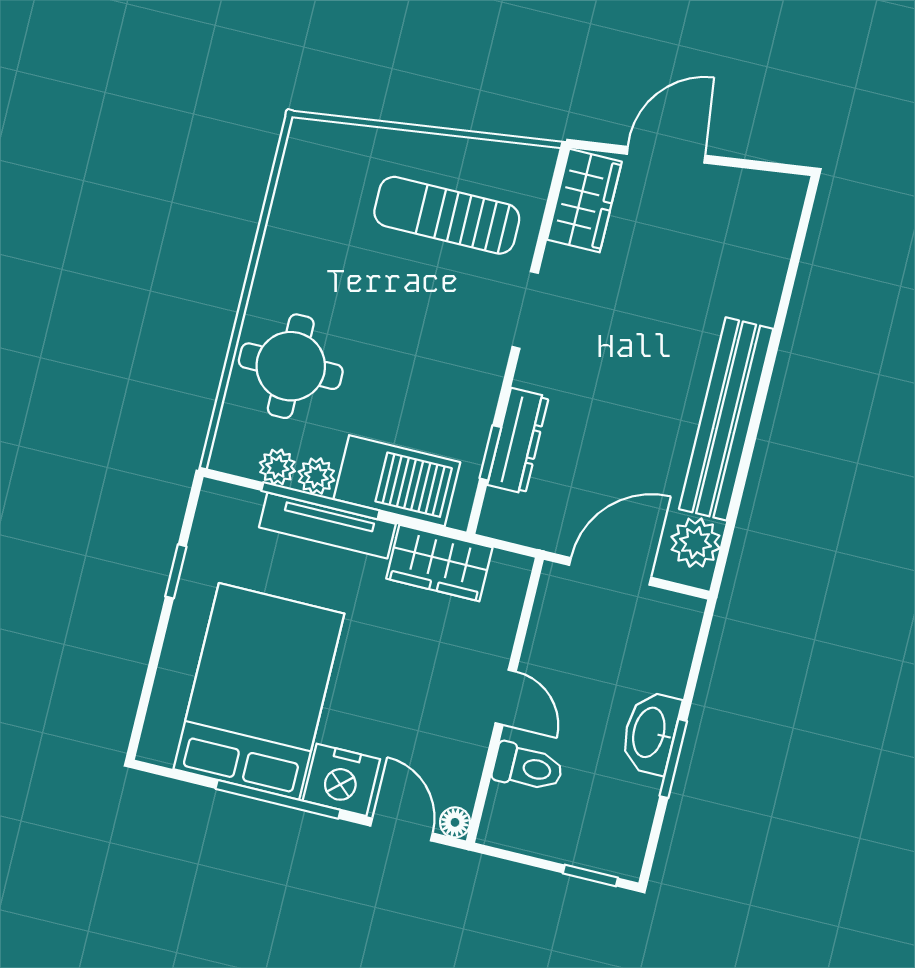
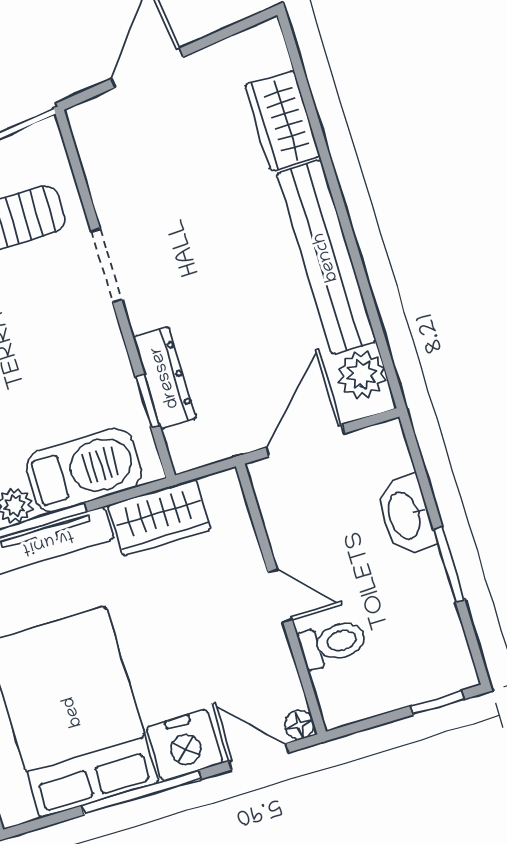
wardrobe: (584, 201) -> (282, 121), moved, turned 180
washbasin: (650, 733) -> (405, 515), moved

